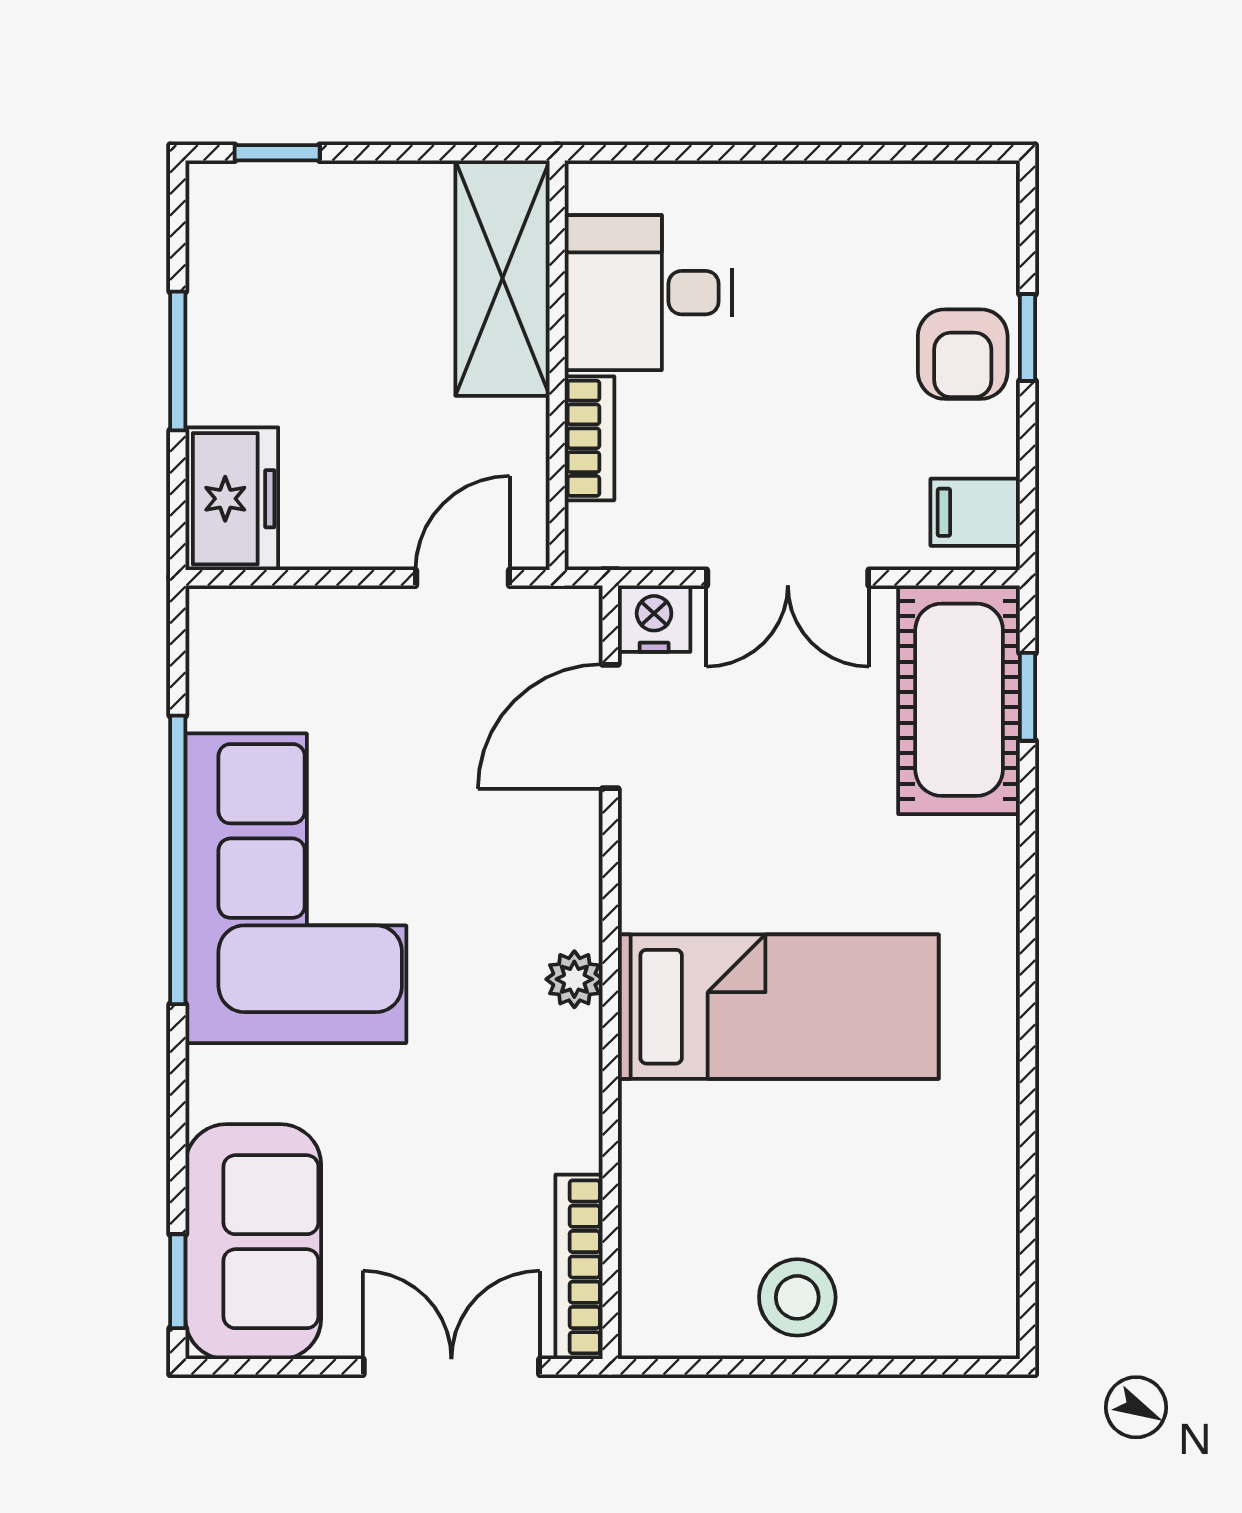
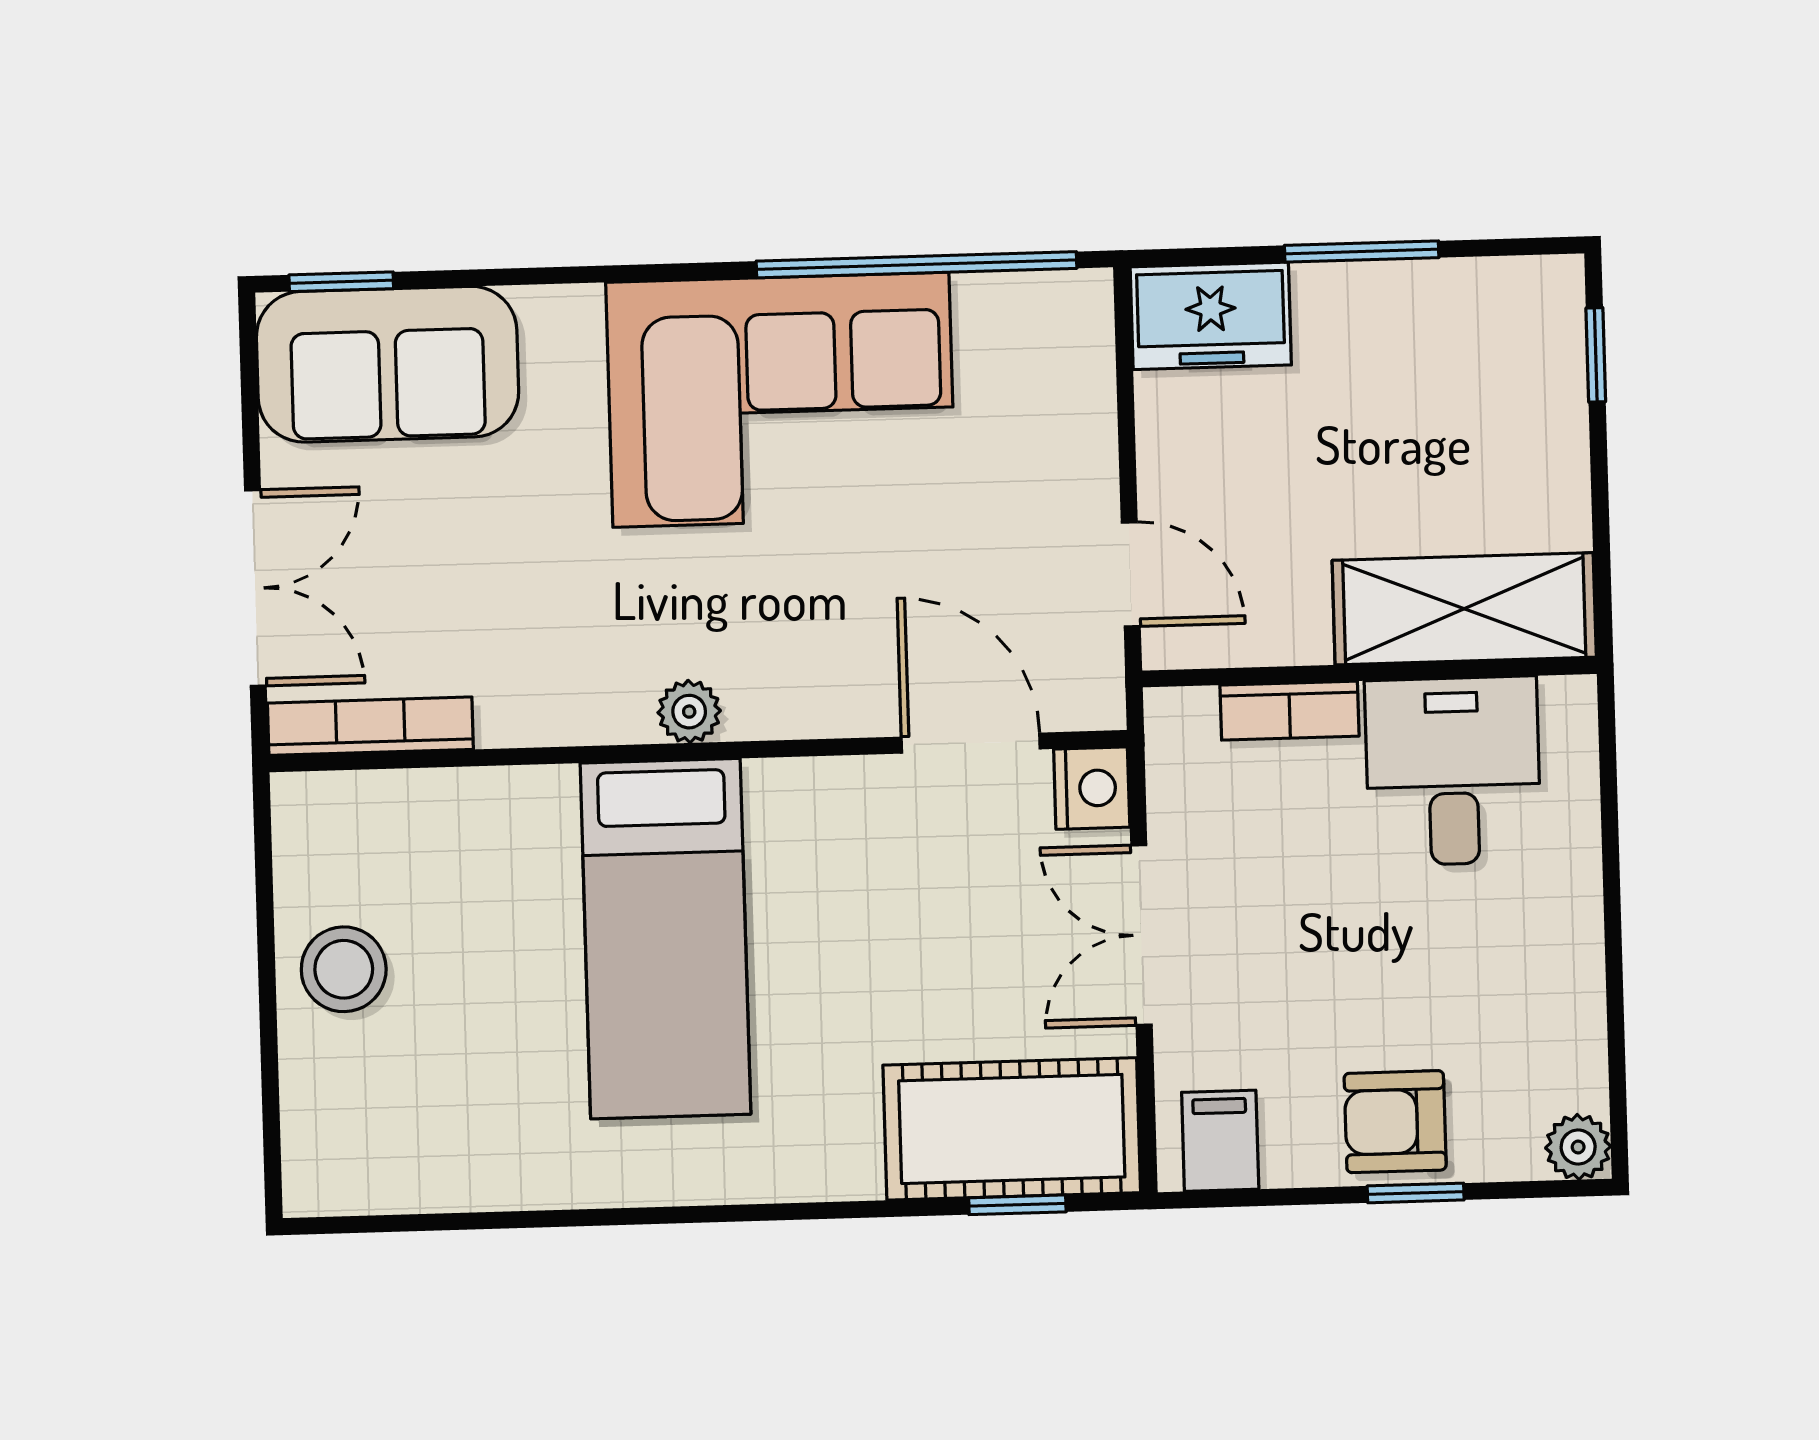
plant: (990, 190) -> (1578, 1147), added
window: (178, 860) -> (917, 265), moved

